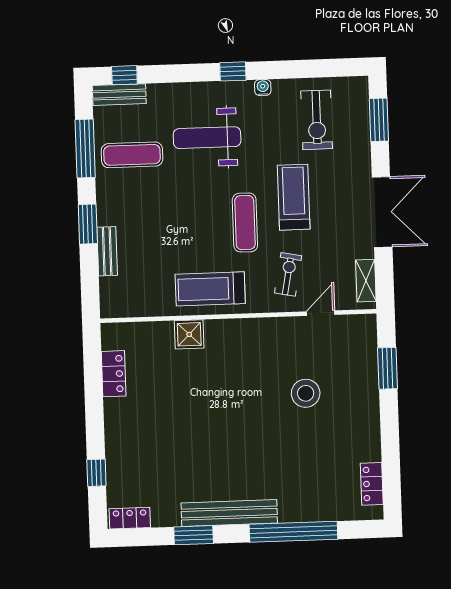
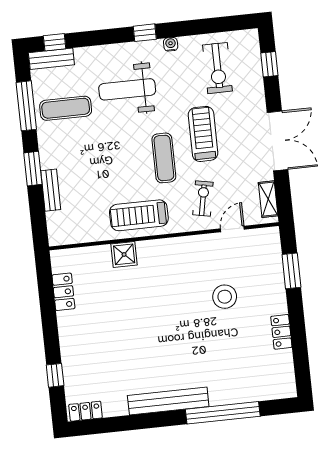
window: (379, 120) -> (269, 64), width x0.67
locker: (372, 484) -> (281, 332), moved
window: (194, 535) -> (140, 422), removed

